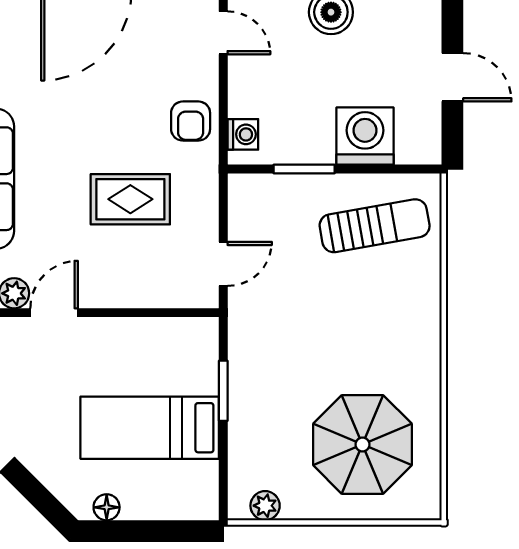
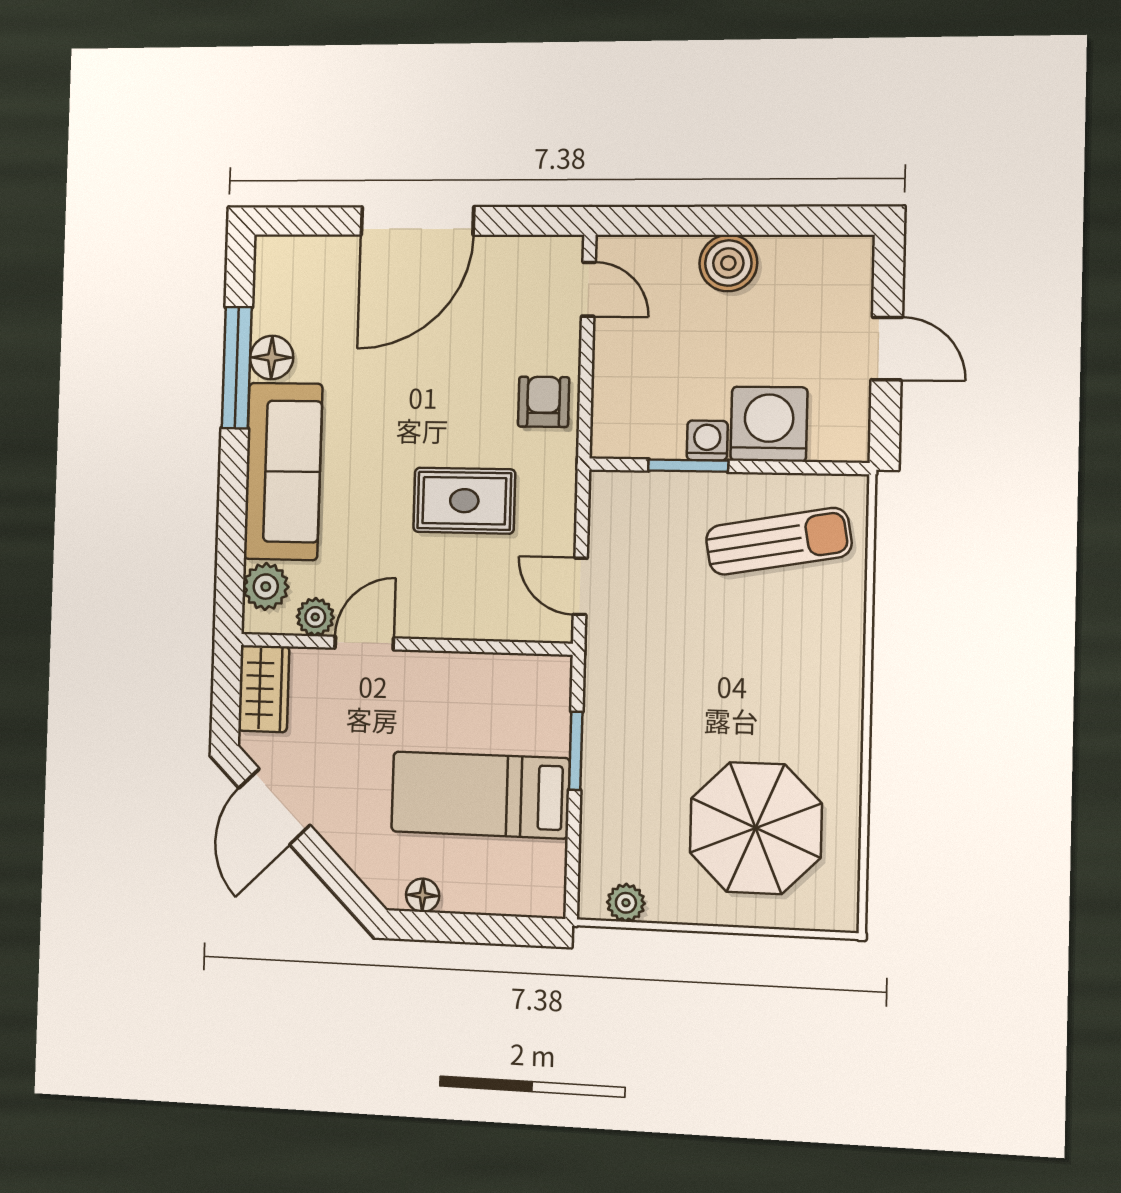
armchair: (191, 121) -> (544, 402), turned 180
washing machine: (243, 134) -> (707, 440), moved, turned -90
door: (223, 264) -> (580, 586), swing flipped

